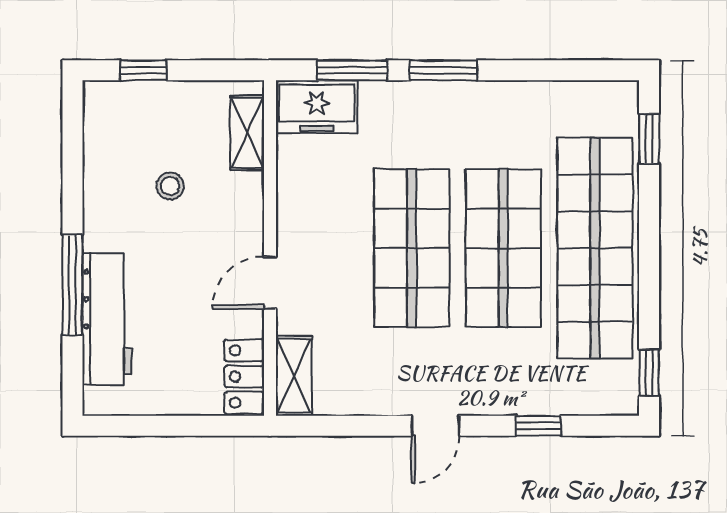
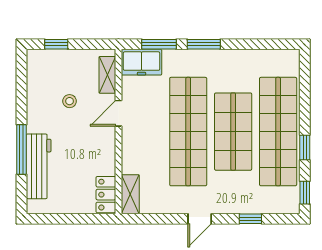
window: (649, 139) -> (305, 148), moved
shop shelf: (412, 248) -> (188, 132), width x1.40
door: (270, 283) -> (119, 113), moved

